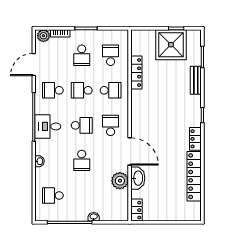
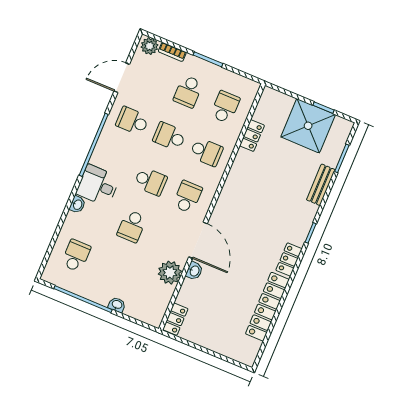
locker: (136, 72) -> (252, 136), width x0.66
desk: (48, 126) -> (98, 185), moved
washbasin: (138, 178) -> (194, 271), width x0.52, depth x0.69
school desk: (53, 195) -> (76, 256), turned 90

